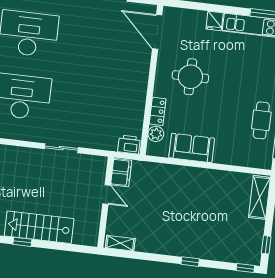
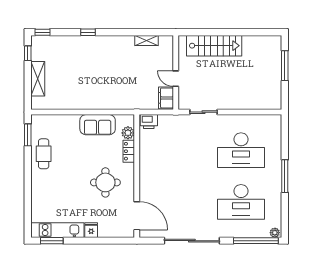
filing cabinet: (121, 173) -> (166, 98), moved
door: (106, 195) -> (176, 79), moved
shelving: (259, 197) -> (38, 79), moved
wall: (106, 202) -> (176, 72), moved
window: (22, 242) -> (226, 32), removed

